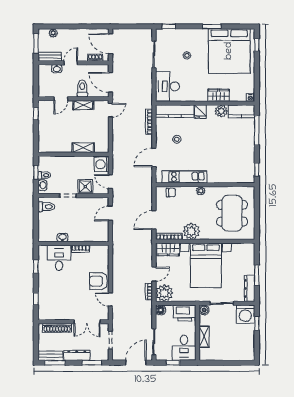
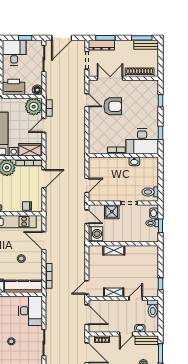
toilet: (82, 89) -> (153, 309), moved
door: (154, 157) -> (44, 241), swing flipped
desk: (59, 258) -> (142, 141), width x1.37
armchair: (98, 281) -> (113, 106), moved
dresser: (77, 355) -> (101, 45), moved

